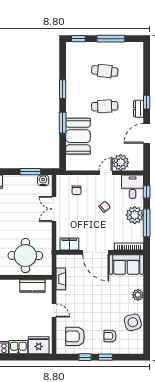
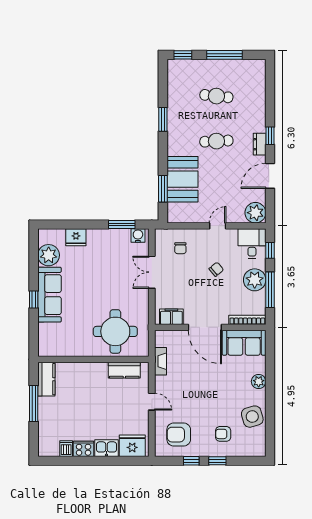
window: (63, 123) -> (163, 189), moved
plant: (121, 162) -> (255, 213), moved

